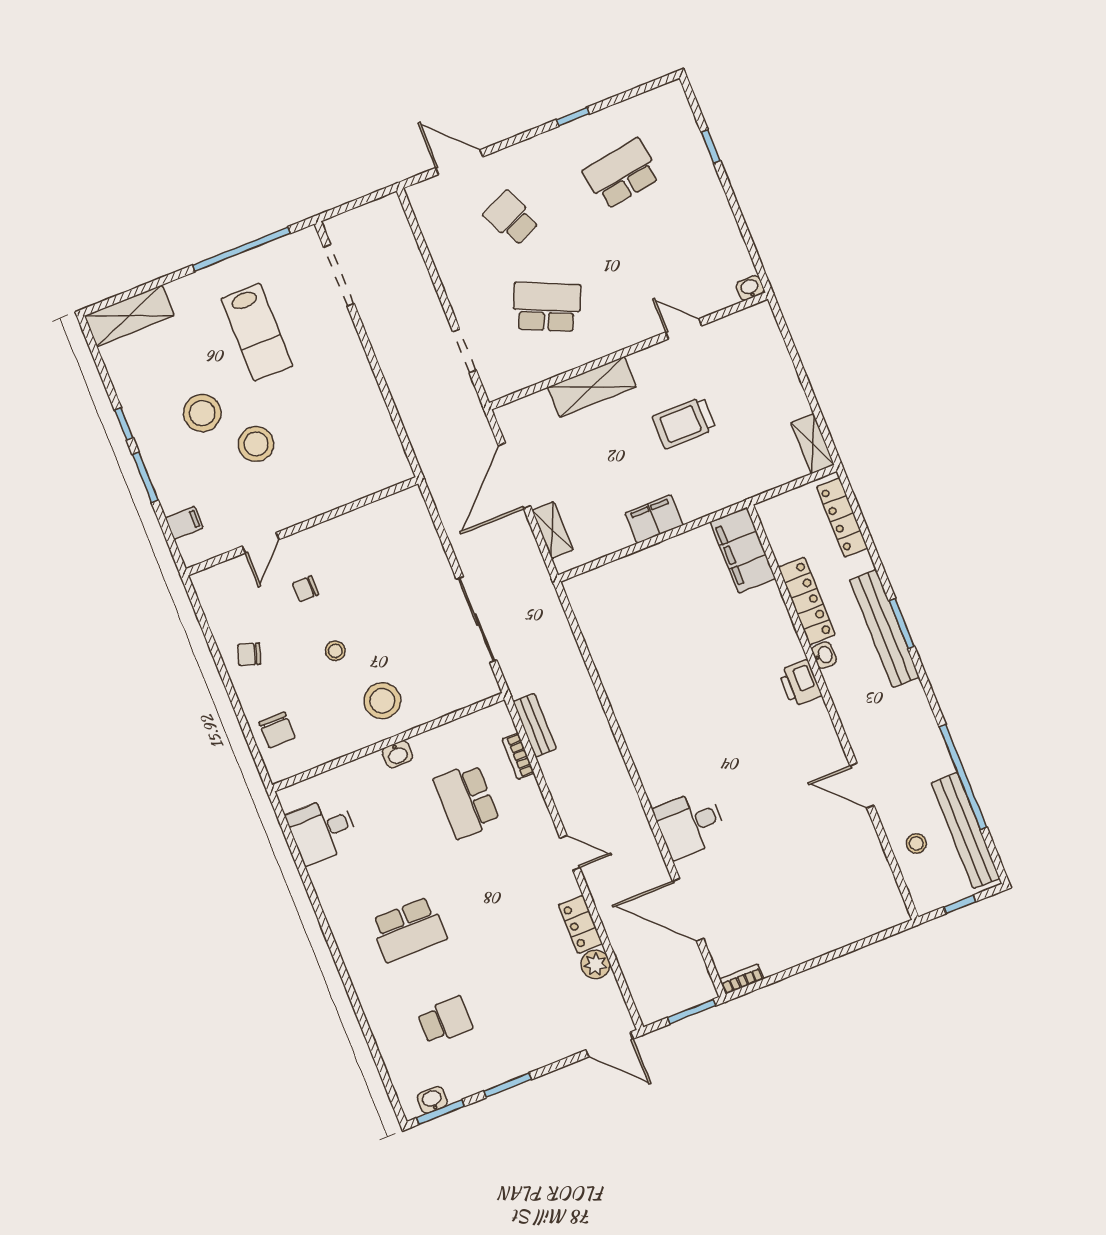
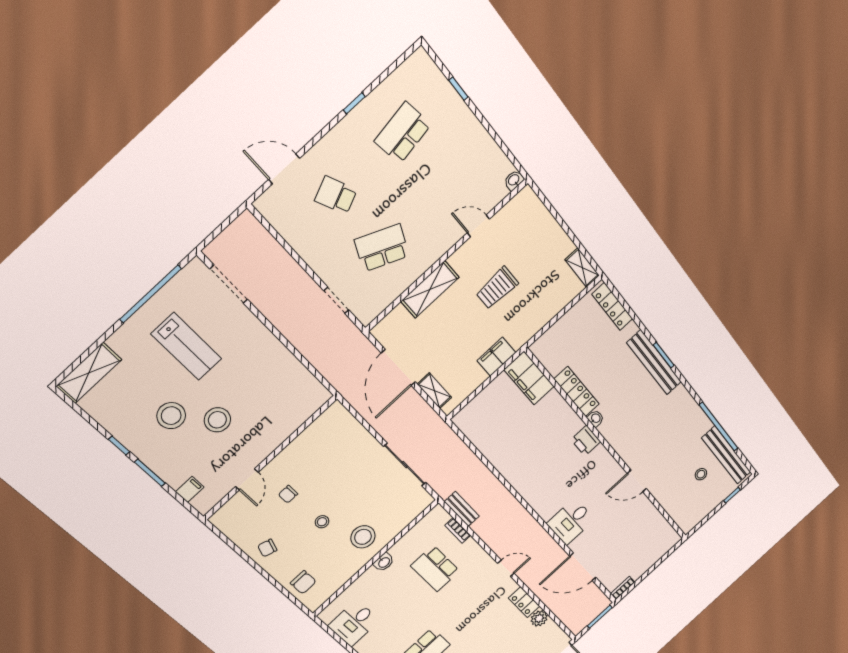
filing cabinet: (743, 550) -> (529, 378), moved
locker: (807, 601) -> (577, 392), moved
washbasin: (824, 655) -> (596, 418), moved
printer: (800, 683) -> (586, 441), moved
wall: (833, 712) -> (609, 448), moved
door: (862, 786) -> (637, 481), moved

